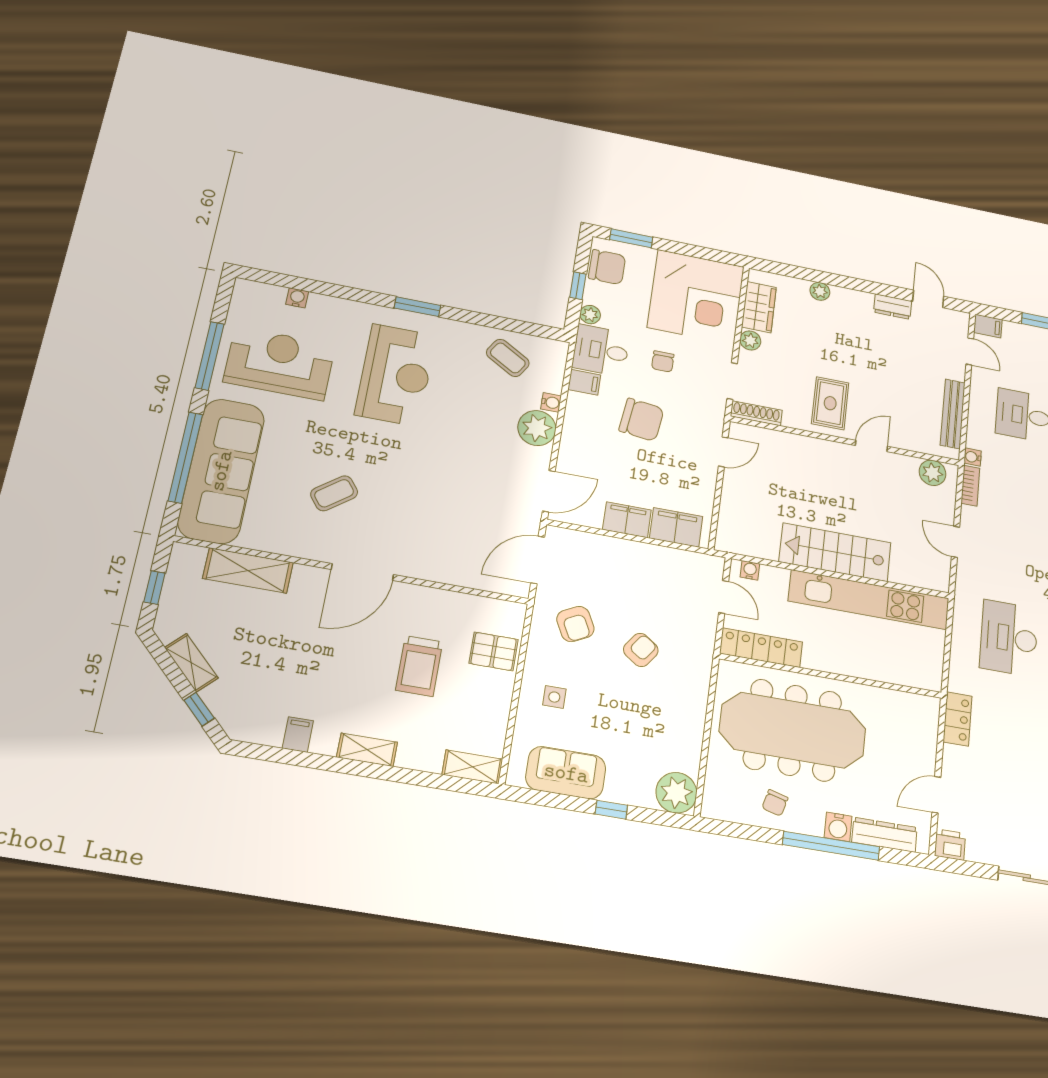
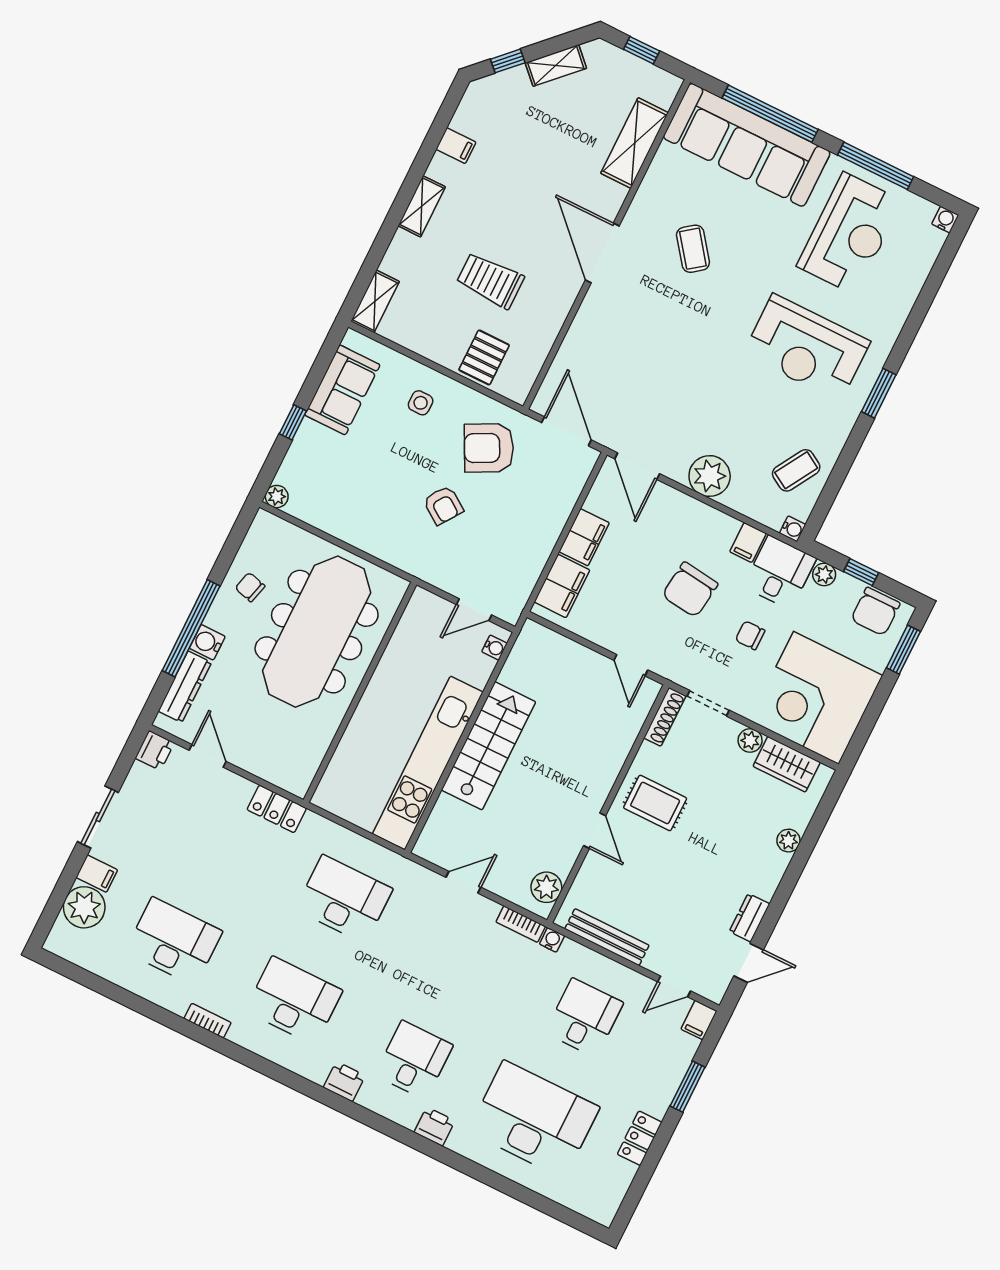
water cooler: (297, 298) -> (945, 220), moved, turned -90
water cooler: (551, 402) -> (793, 529), moved, turned -90
armchair: (575, 624) -> (489, 448), width x1.38, depth x1.38
locker: (761, 648) -> (410, 630), removed
plant: (676, 793) -> (277, 497), width x0.53, depth x0.53

